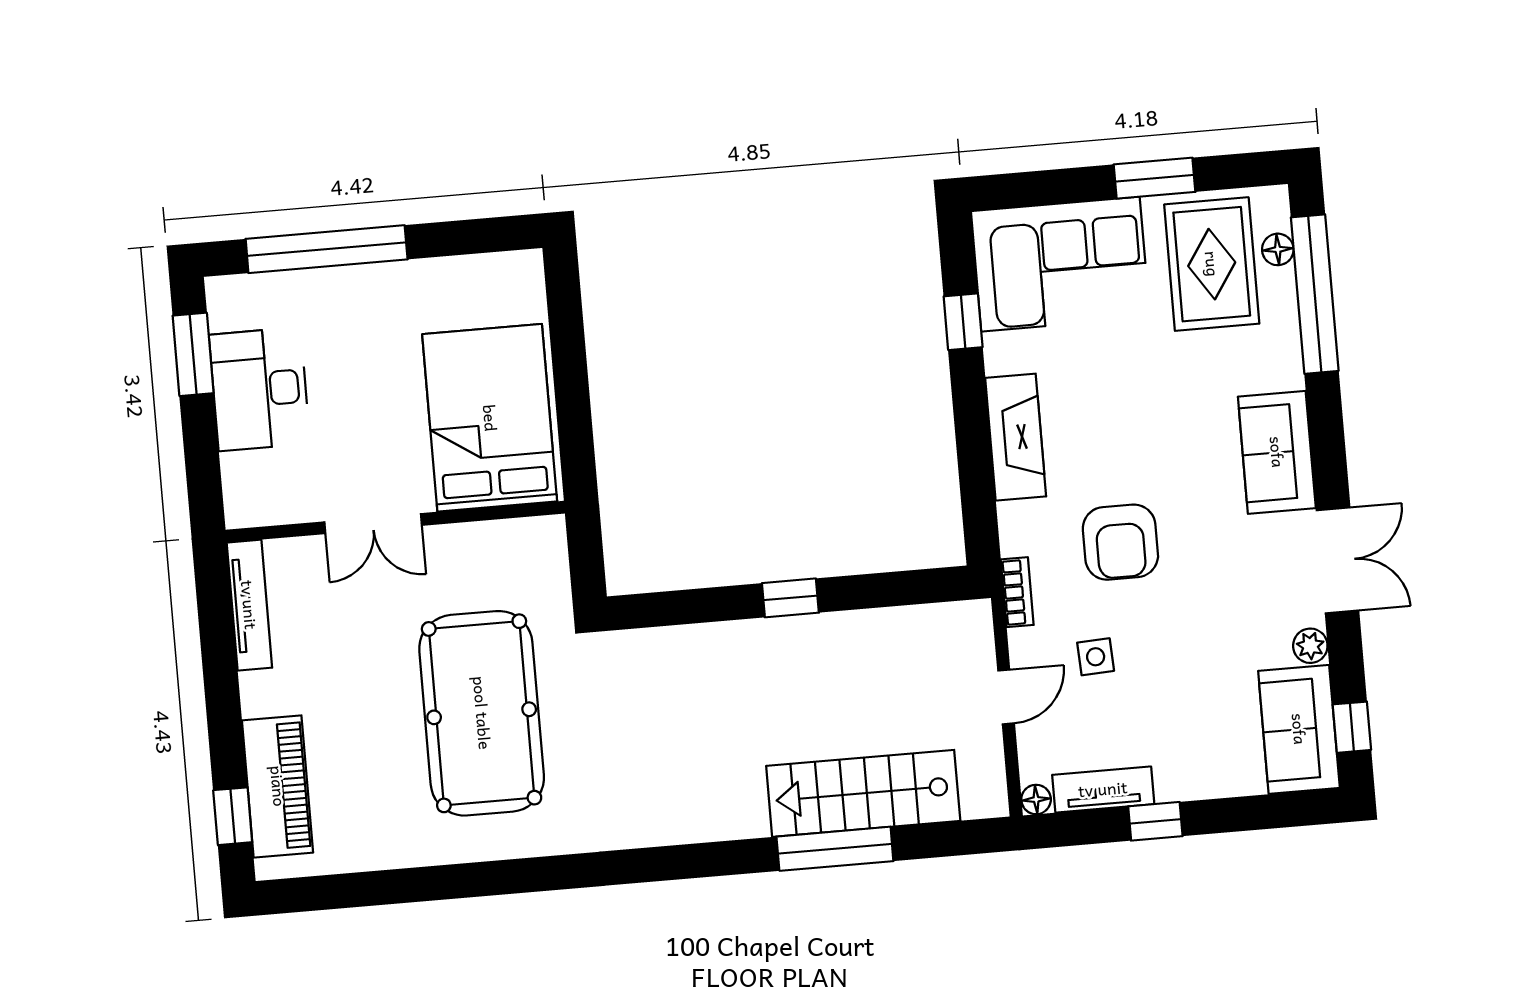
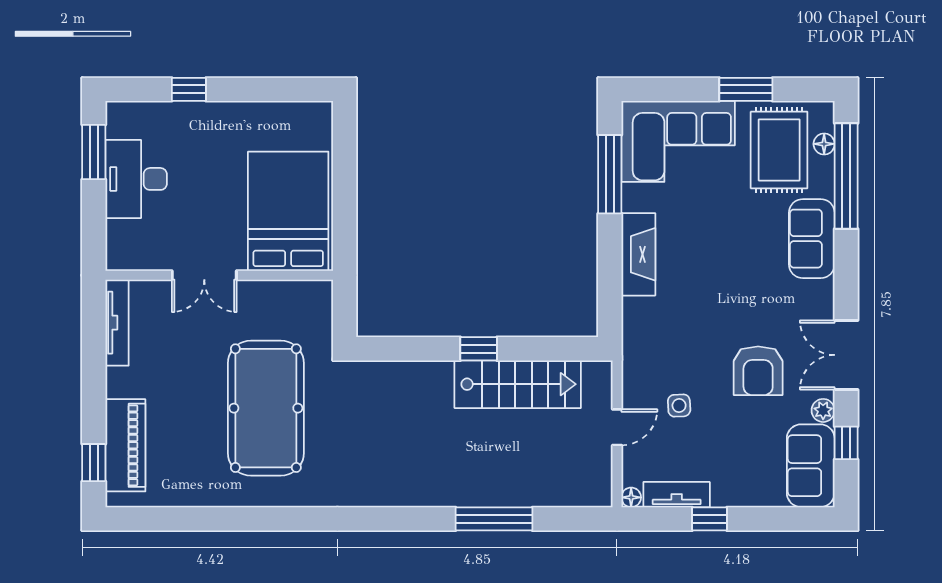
window: (327, 249) -> (189, 89), width x0.32
window: (963, 322) -> (610, 174), width x2.17
sofa: (1277, 452) -> (812, 239), moved
armchair: (1120, 542) -> (758, 371), moved
double door: (1338, 560) -> (846, 355), swing flipped
bookcase: (1017, 592) -> (630, 358), removed
window: (1352, 727) -> (846, 443), moved
stairs: (863, 793) -> (518, 384), moved, turned 180

